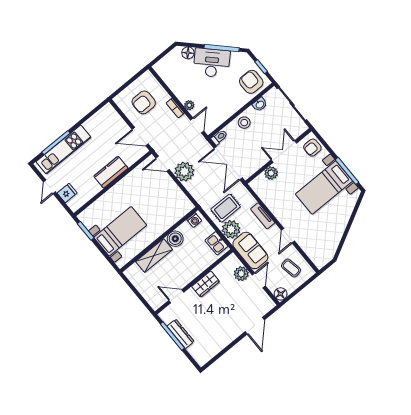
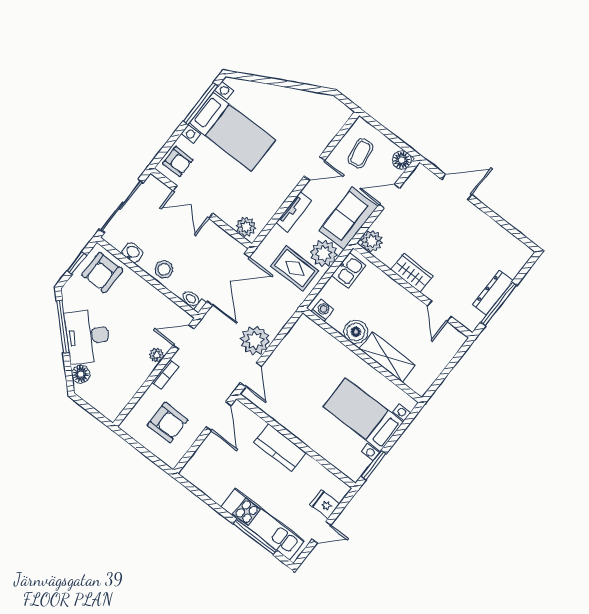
plant: (271, 173) -> (246, 227), moved
plant: (241, 274) -> (372, 241), moved

